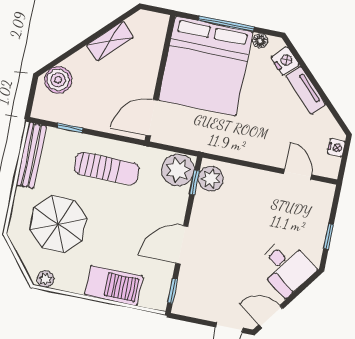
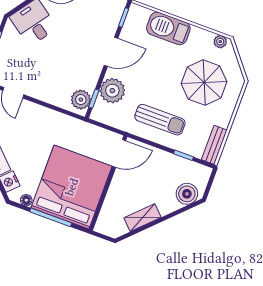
bench: (31, 155) -> (214, 145), width x0.73
sun lounger: (107, 169) -> (160, 120), turned 180
plant: (178, 170) -> (112, 91), moved

